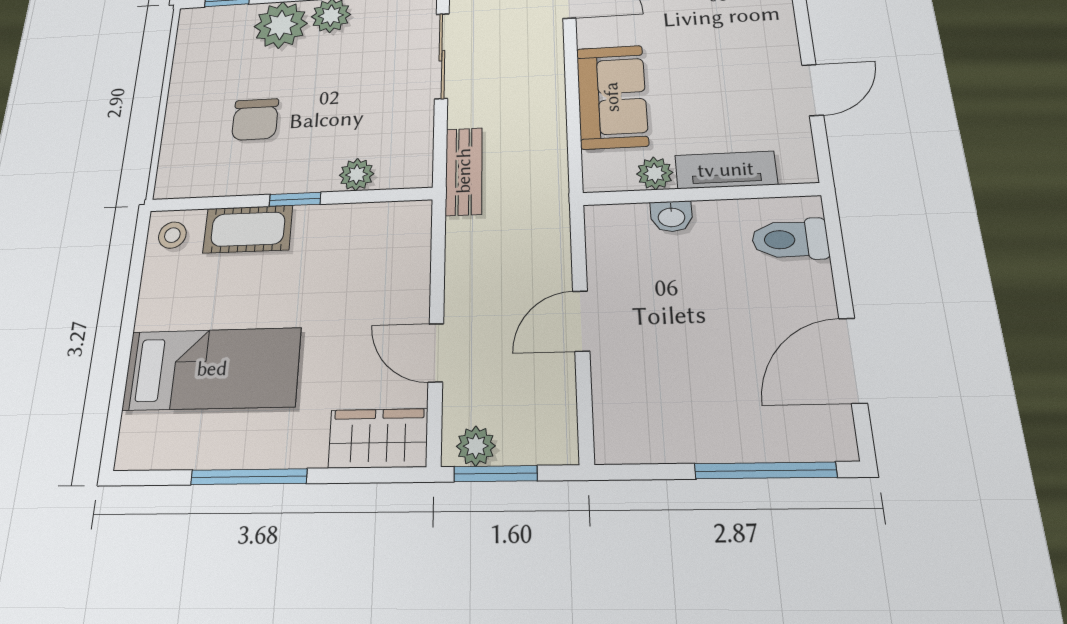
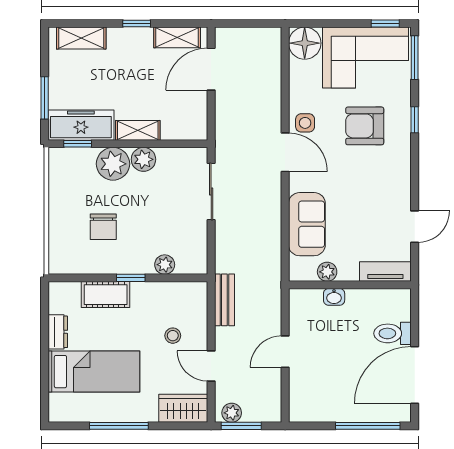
tv unit: (726, 170) -> (385, 272), moved
bench: (464, 171) -> (224, 300), moved
stool: (172, 235) -> (173, 336), moved
toilet: (790, 239) -> (393, 333), moved
dresser: (155, 297) -> (58, 332), added
door: (853, 360) -> (415, 375), width x1.36

